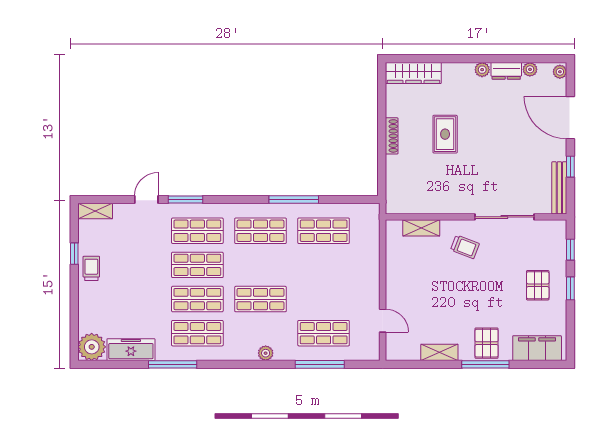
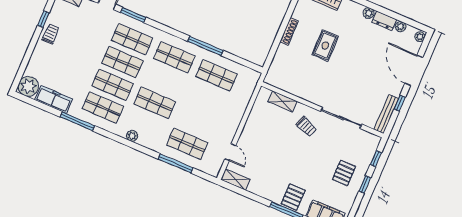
shelving: (439, 352) -> (235, 180), moved
plant: (266, 353) -> (132, 136), moved

